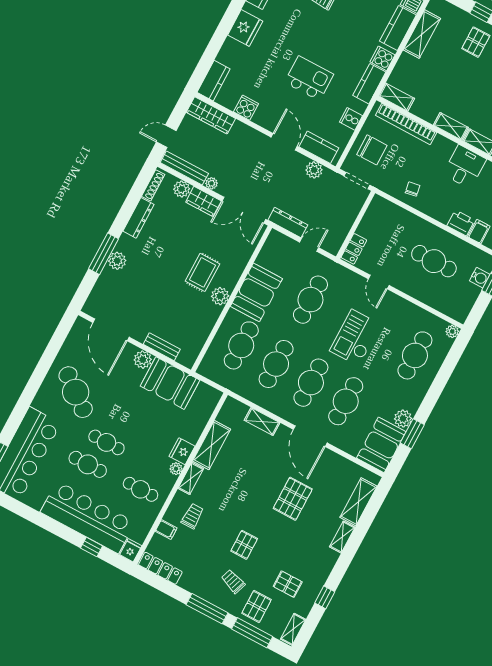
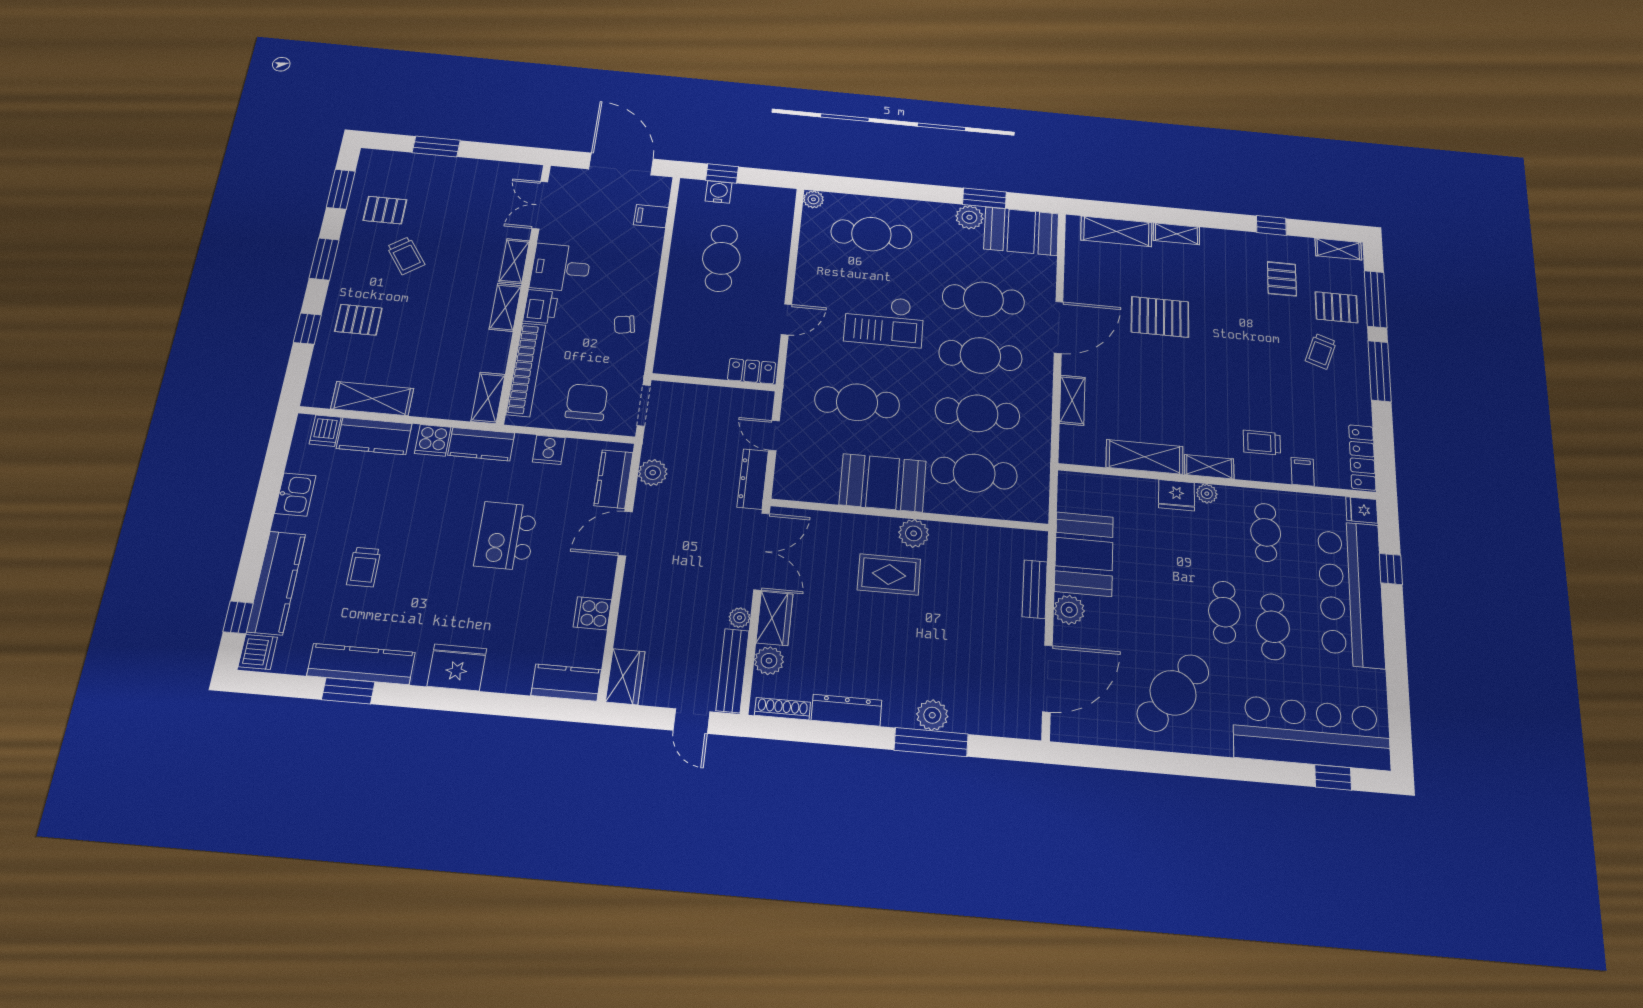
wardrobe: (211, 115) -> (625, 677), width x0.67
printer: (461, 223) -> (541, 307), moved, turned 180
pallet: (244, 545) -> (1262, 356), removed

